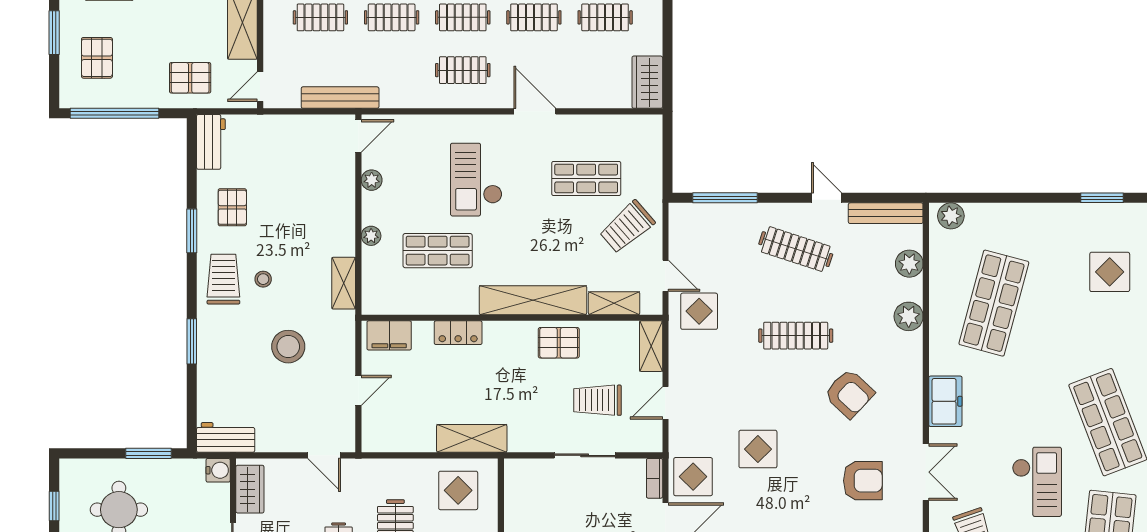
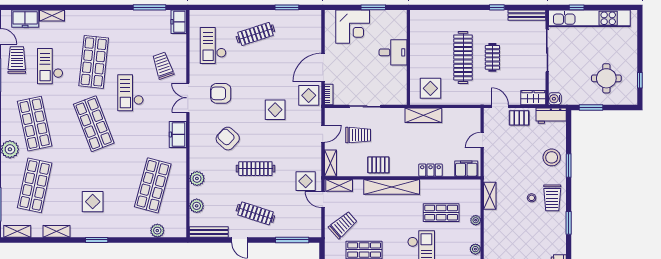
pallet: (232, 207) -> (519, 118), moved, turned 90
plant: (951, 216) -> (157, 231), moved
shelving: (614, 303) -> (339, 185), moved
stool: (288, 347) -> (552, 157), moved
wardrobe: (250, 489) -> (533, 98), moved, turned 90

